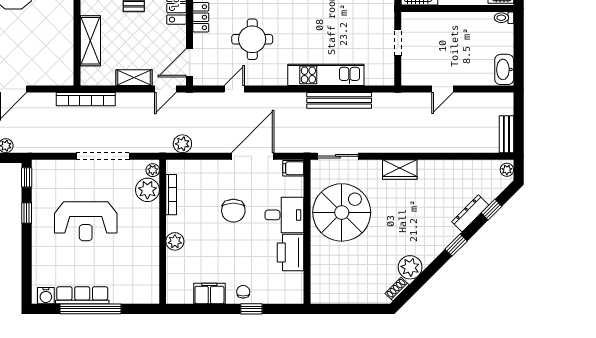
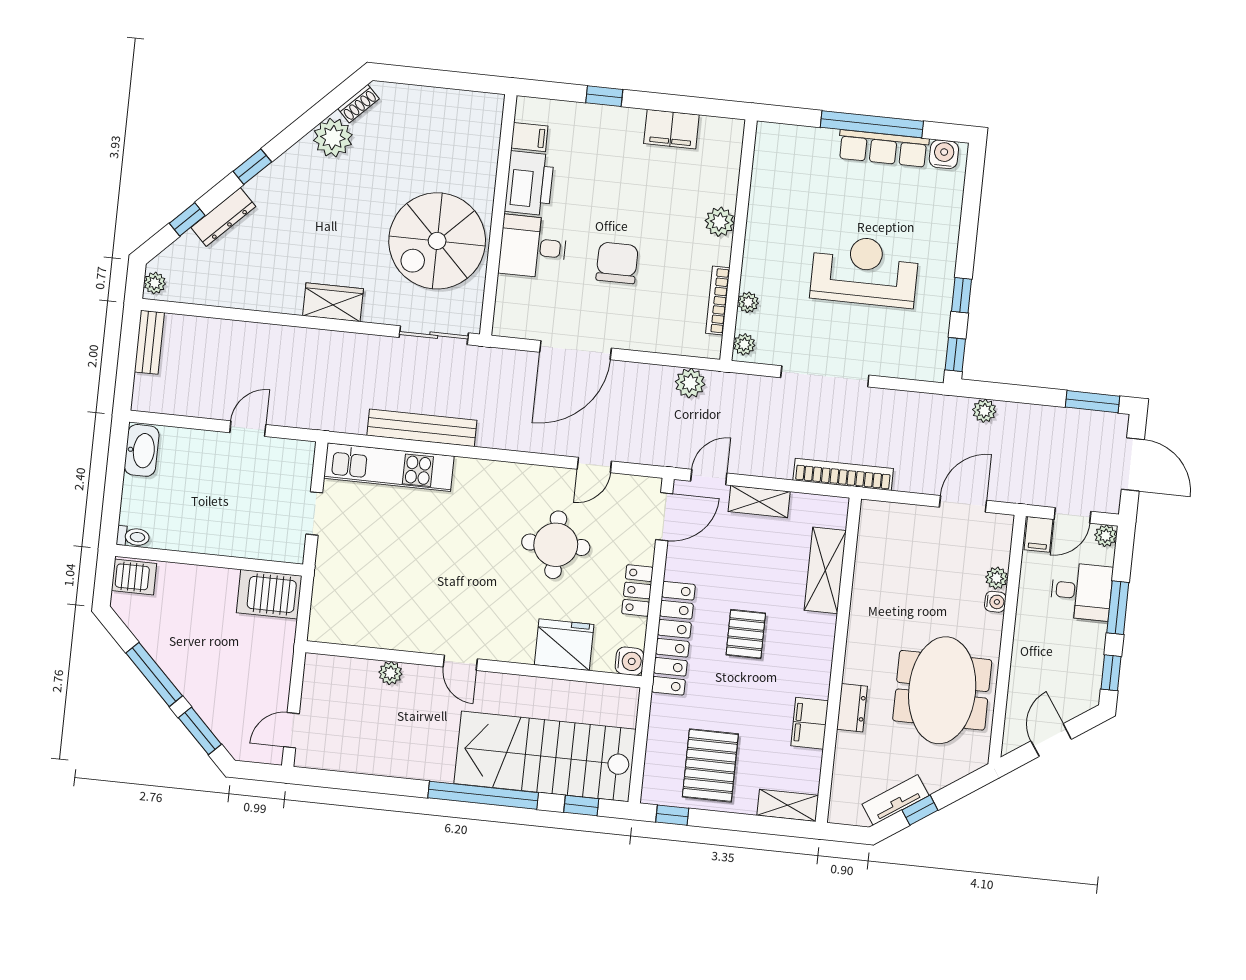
kitchen unit: (326, 75) -> (389, 467), moved
filing cabinet: (293, 168) -> (529, 137), moved
plant: (147, 190) -> (748, 302), width x0.53, depth x0.53
chair: (243, 292) -> (615, 126), removed

